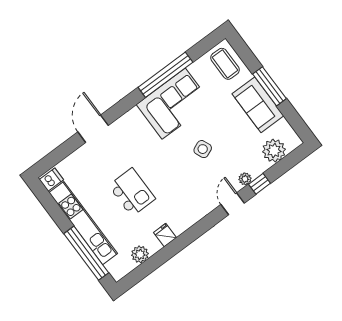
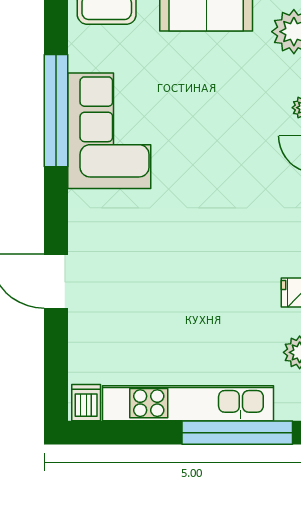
side table: (203, 149) -> (211, 138), removed
kitchen island: (132, 192) -> (196, 294), removed

